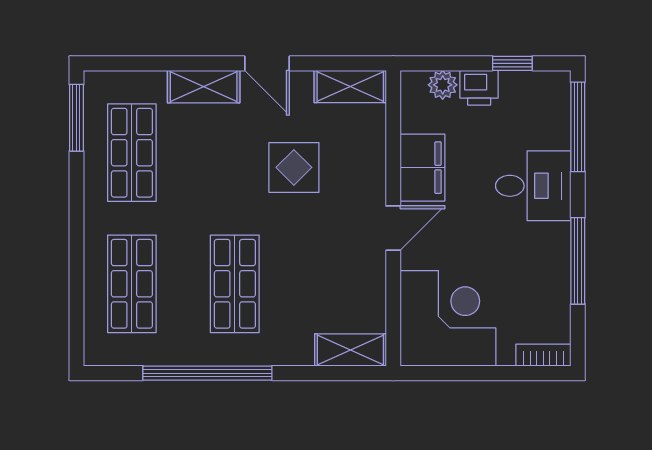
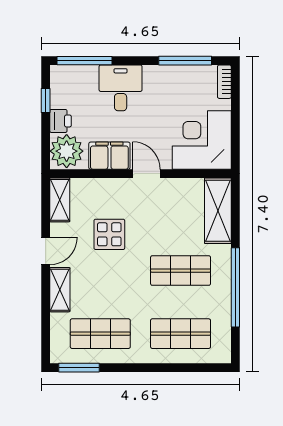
plant: (443, 85) -> (67, 151), width x1.87, depth x1.87
window: (578, 261) -> (185, 61), moved
shelving: (350, 350) -> (218, 211), width x1.50, depth x1.33

